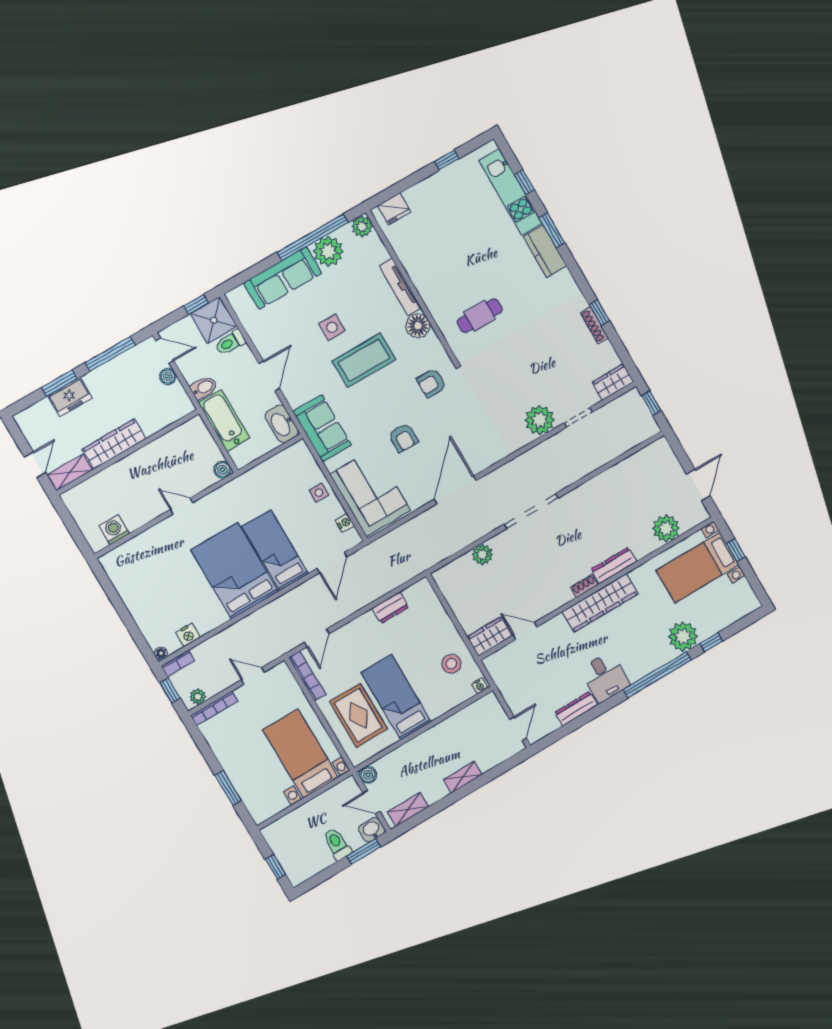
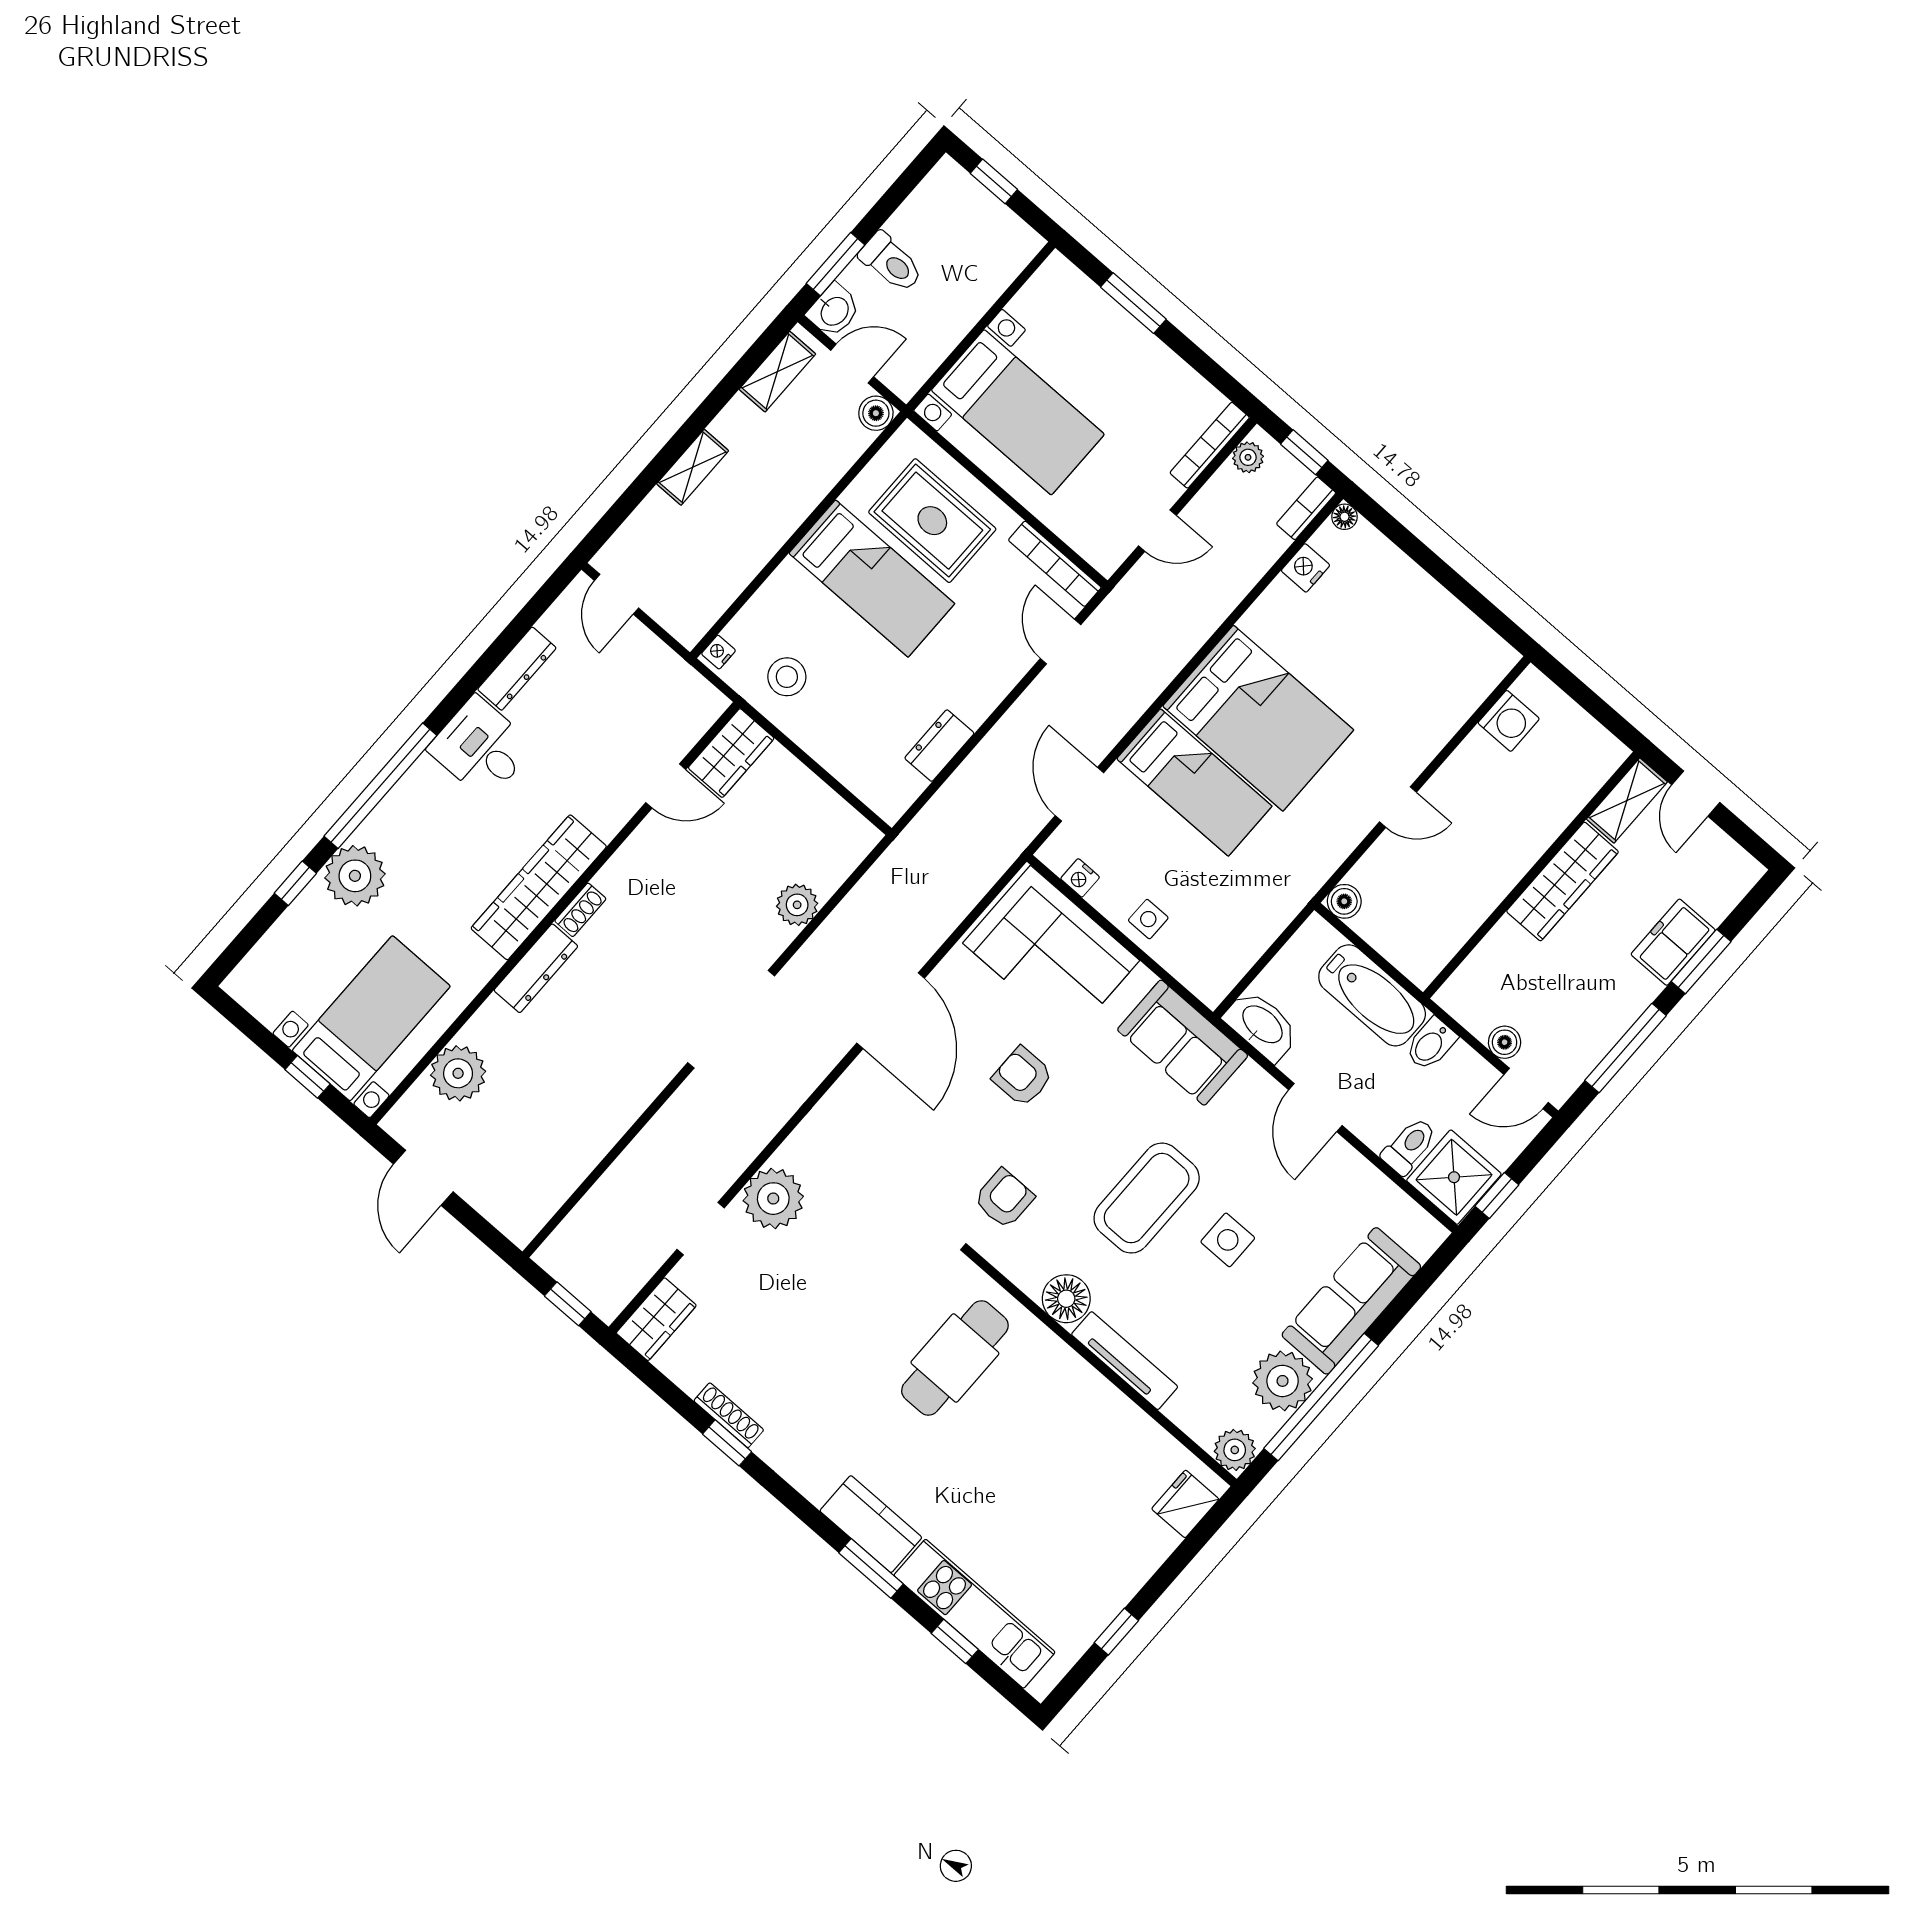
cafe table: (480, 316) -> (955, 1358), width x1.37, depth x1.35

